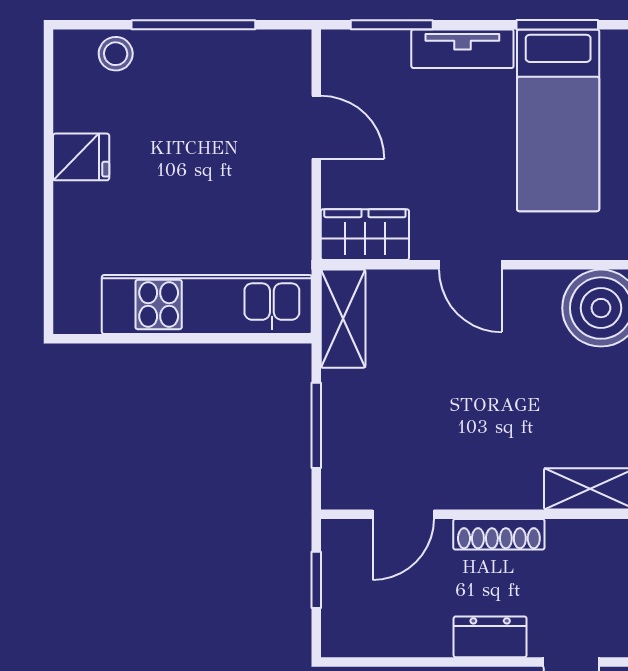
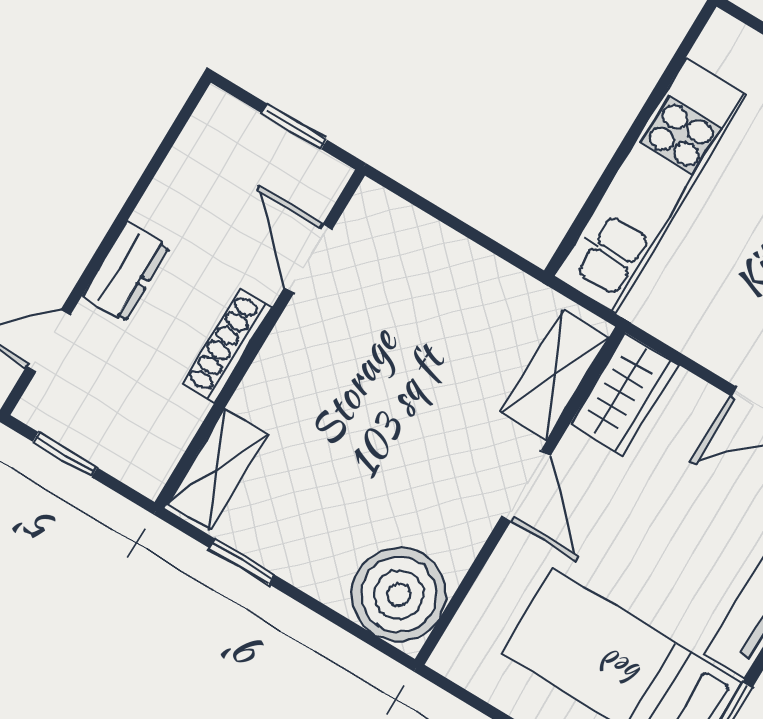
door: (470, 265) -> (526, 485), swing flipped
shelving: (343, 319) -> (555, 375), moved, turned 90
window: (316, 425) -> (455, 224), removed

